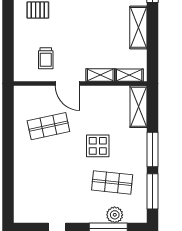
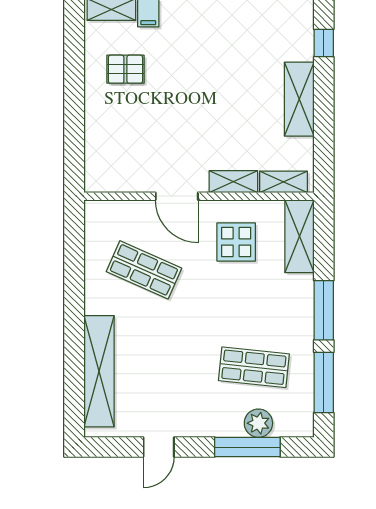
trolley: (46, 58) -> (139, 153), removed
shop shelf: (48, 126) -> (144, 270), turned 36
display table: (98, 146) -> (236, 242), moved
shelving: (22, 185) -> (99, 371), added

